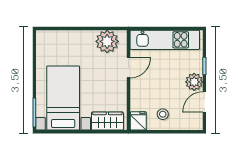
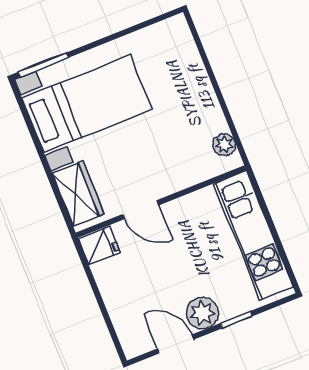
plant: (107, 41) -> (224, 145), width x0.53, depth x0.53
door: (129, 68) -> (141, 210), moved
stool: (163, 114) -> (127, 282), removed

